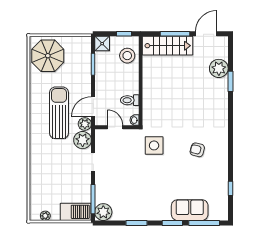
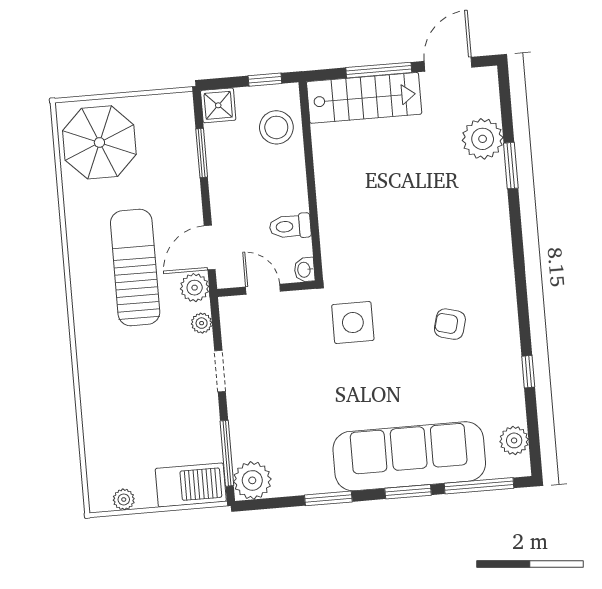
plant: (83, 140) -> (202, 323), width x0.53, depth x0.53
window: (230, 188) -> (528, 372), moved
plant: (222, 204) -> (514, 440), added
sofa: (190, 210) -> (409, 456), width x1.85, depth x1.27

